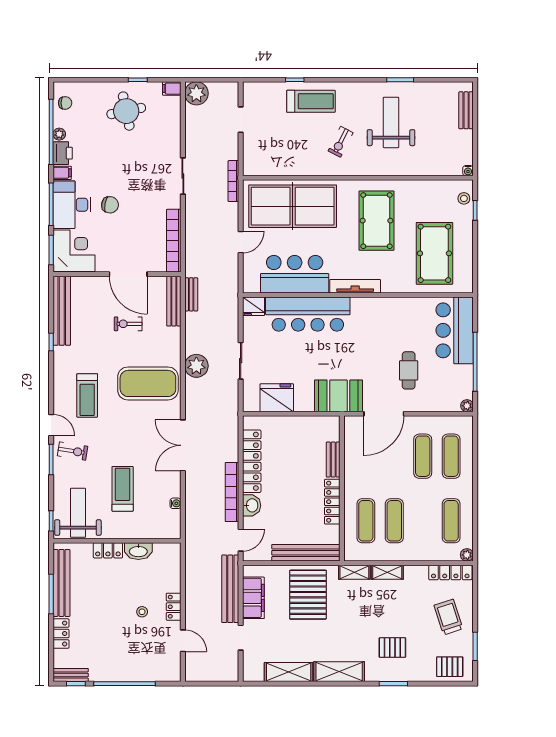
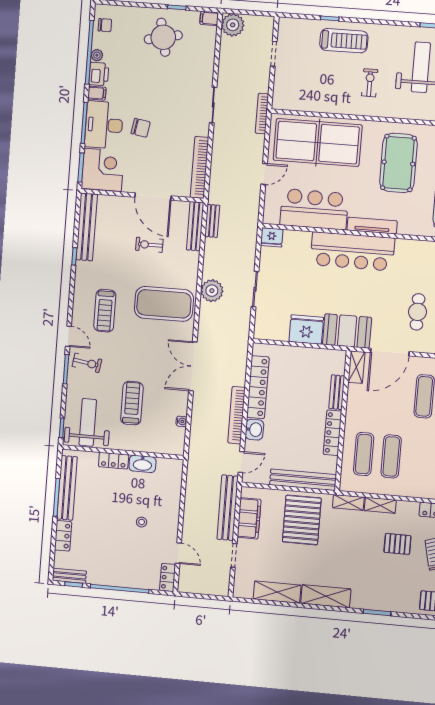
exercise bike: (341, 142) -> (370, 83), turned 153
bar counter: (308, 314) -> (352, 251), moved
fridge: (277, 398) -> (306, 330), moved
shelving: (351, 432) -> (356, 367), added
locker: (174, 607) -> (168, 577), moved
pallet: (392, 647) -> (397, 544), moved

